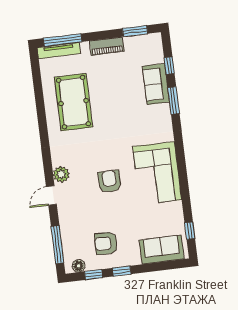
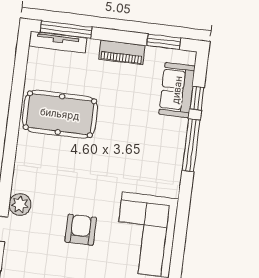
sofa: (156, 84) -> (177, 90), moved
window: (174, 101) -> (191, 145), width x1.44
pool table: (74, 102) -> (60, 114), turned 90

